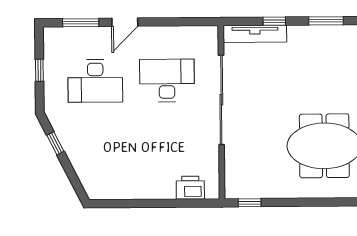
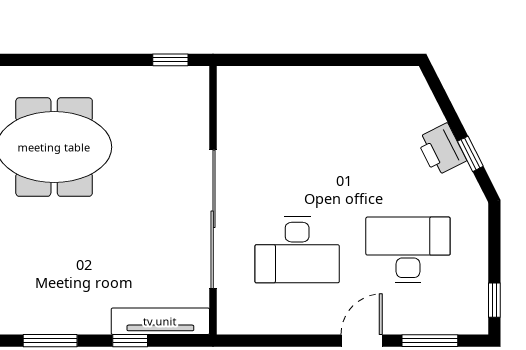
window: (39, 70) -> (494, 300), moved
printer: (190, 188) -> (441, 150), moved, turned 63

